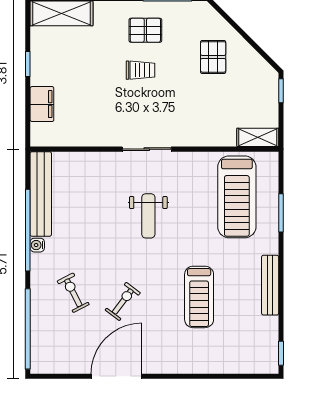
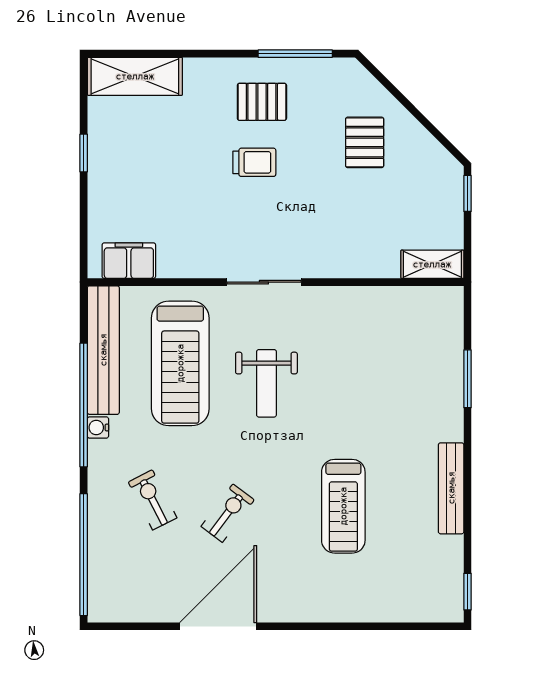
filing cabinet: (42, 104) -> (129, 261), moved, turned -90
treadmill: (237, 197) -> (180, 363), moved

